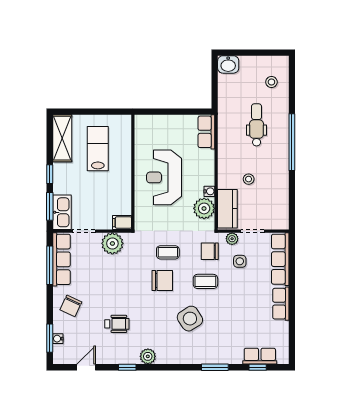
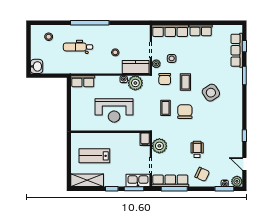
wheelchair: (117, 324) -> (197, 149), moved
plant: (148, 356) -> (237, 181), moved
row of seats: (260, 356) -> (237, 50), width x1.48

